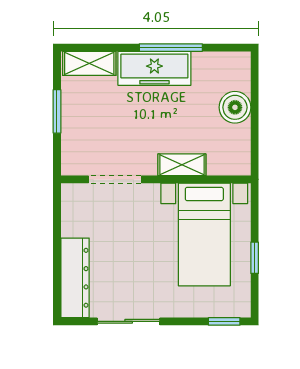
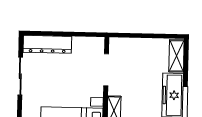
window: (57, 111) -> (148, 36), removed

